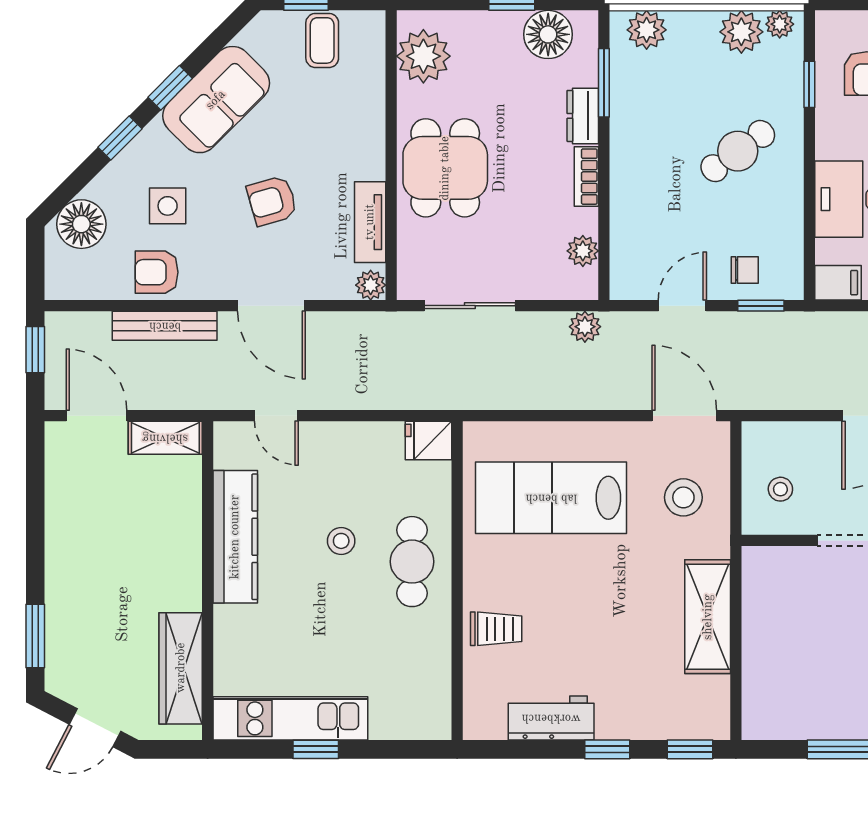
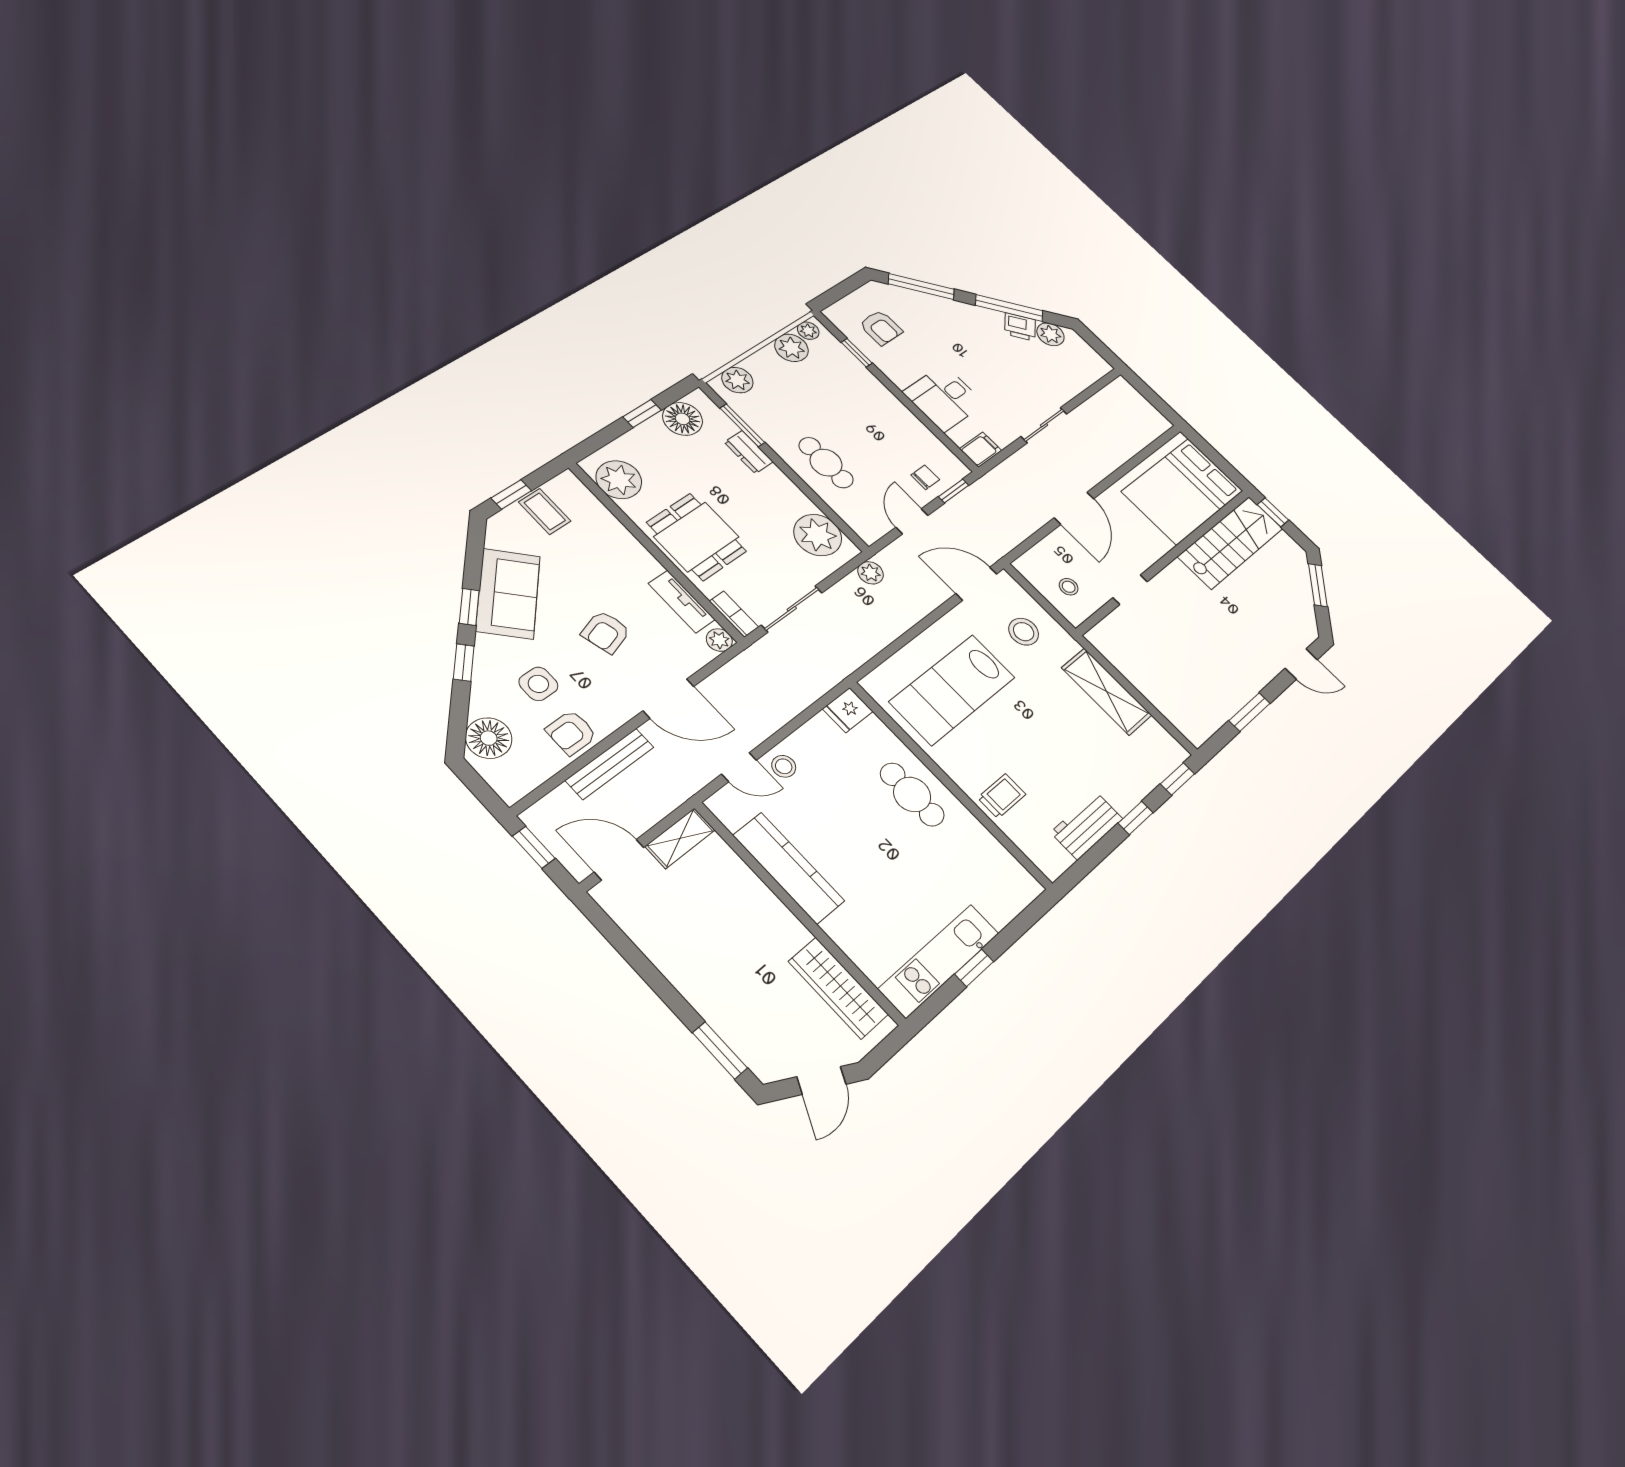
cafe table: (738, 151) -> (826, 463), moved, turned -54
bookcase: (586, 177) -> (734, 614), moved, turned 180
plant: (583, 251) -> (818, 535), width x1.87, depth x1.87
stool: (341, 541) -> (784, 766), moved

